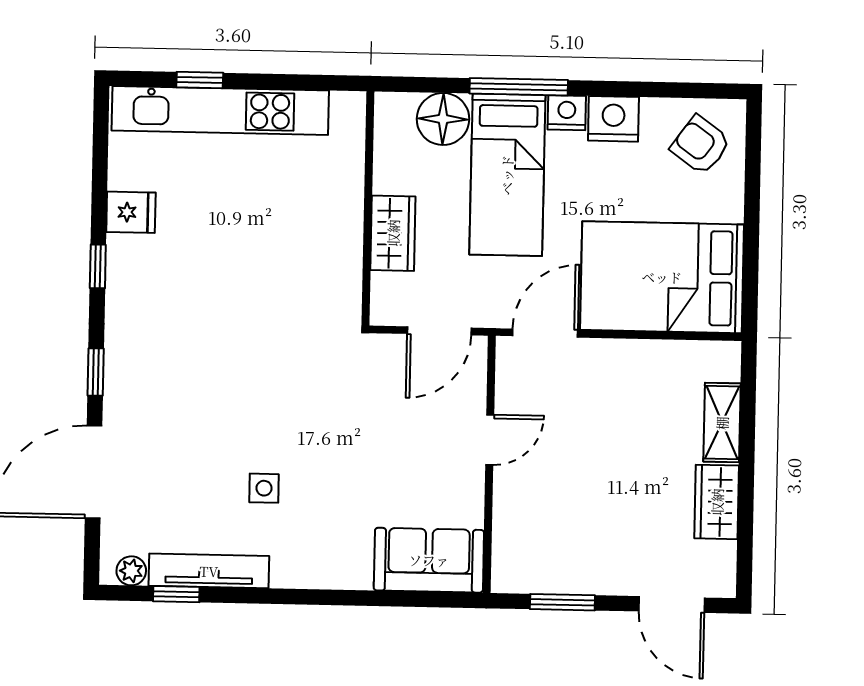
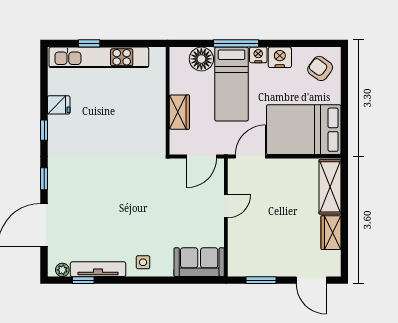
shelving: (722, 423) -> (330, 187), width x1.50, depth x1.33
side table: (264, 488) -> (143, 262), moved

